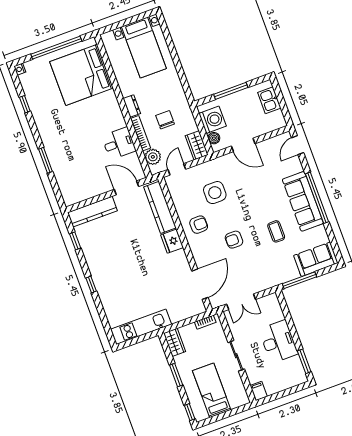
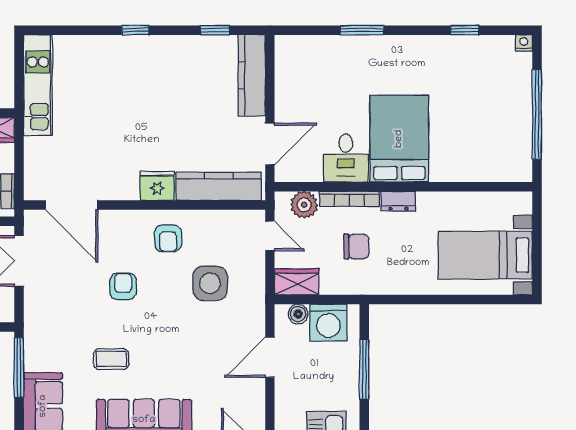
bed: (82, 75) -> (399, 139), moved, width x0.73

